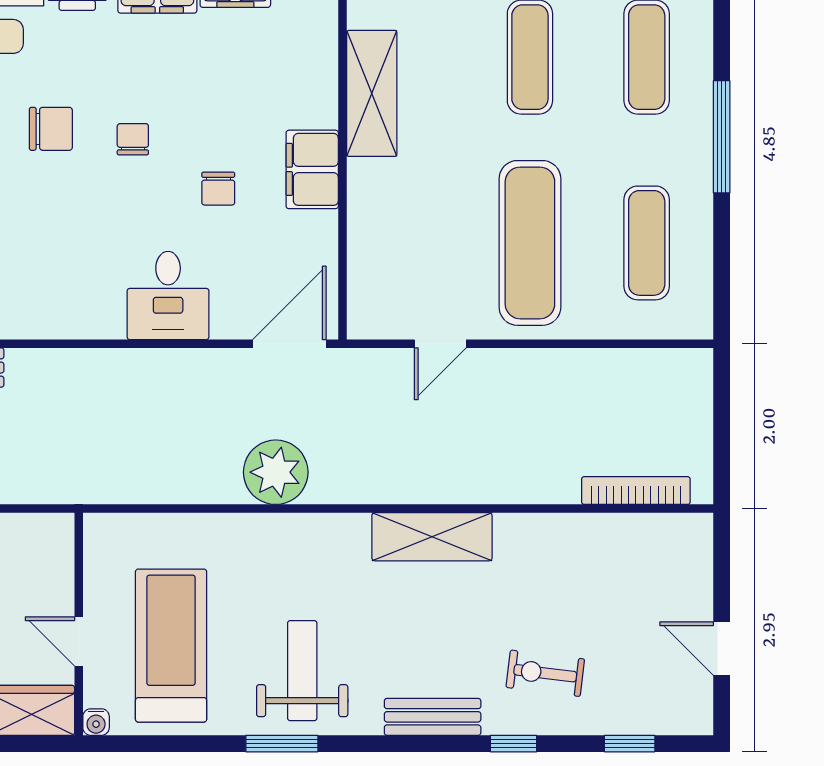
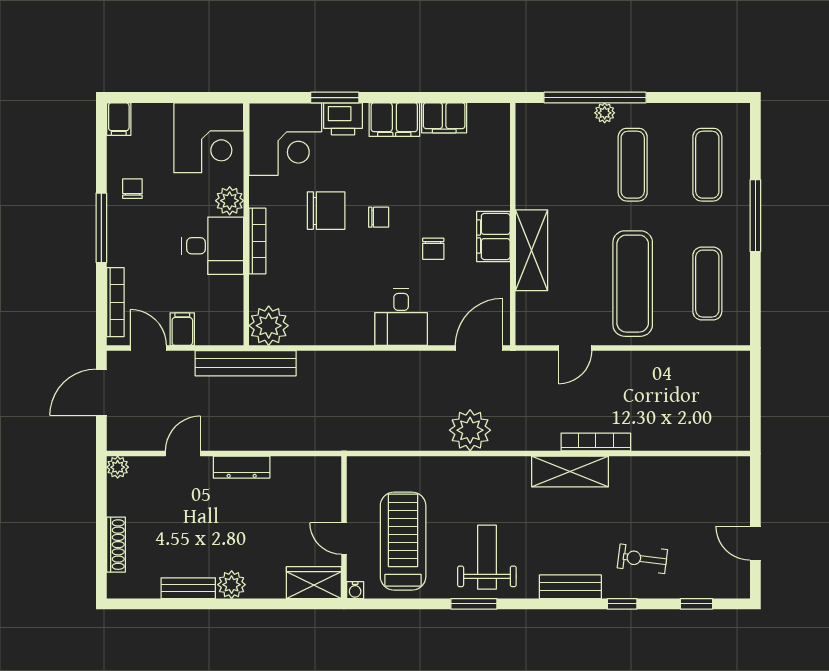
shelving: (372, 93) -> (531, 250), moved
chair: (51, 129) -> (326, 211), width x1.37, depth x1.37
chair: (133, 139) -> (379, 217), turned 90
bookcase: (636, 491) -> (596, 442), moved

